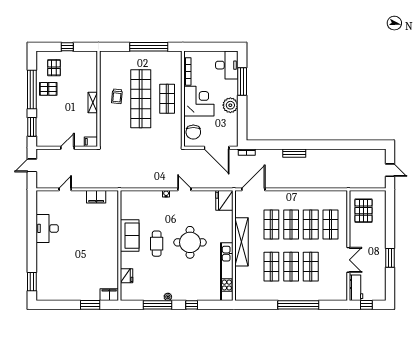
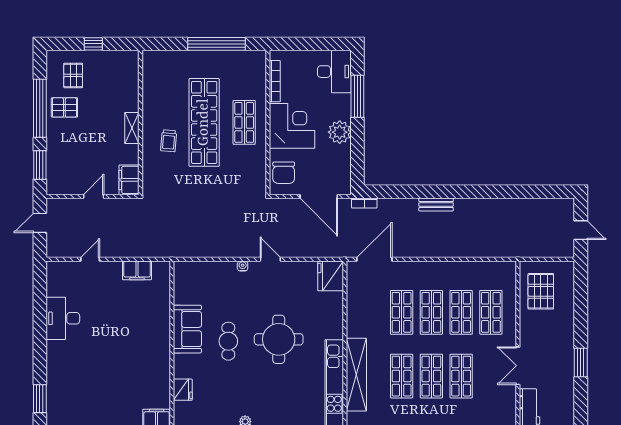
trolley: (117, 96) -> (169, 141), moved
filing cabinet: (91, 142) -> (129, 180), width x2.00
shelving: (241, 242) -> (356, 375), moved
double door: (348, 260) -> (518, 366), swing flipped

